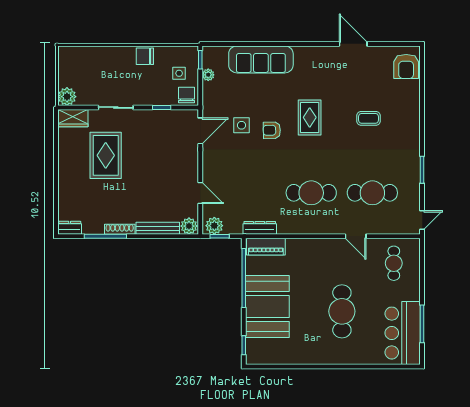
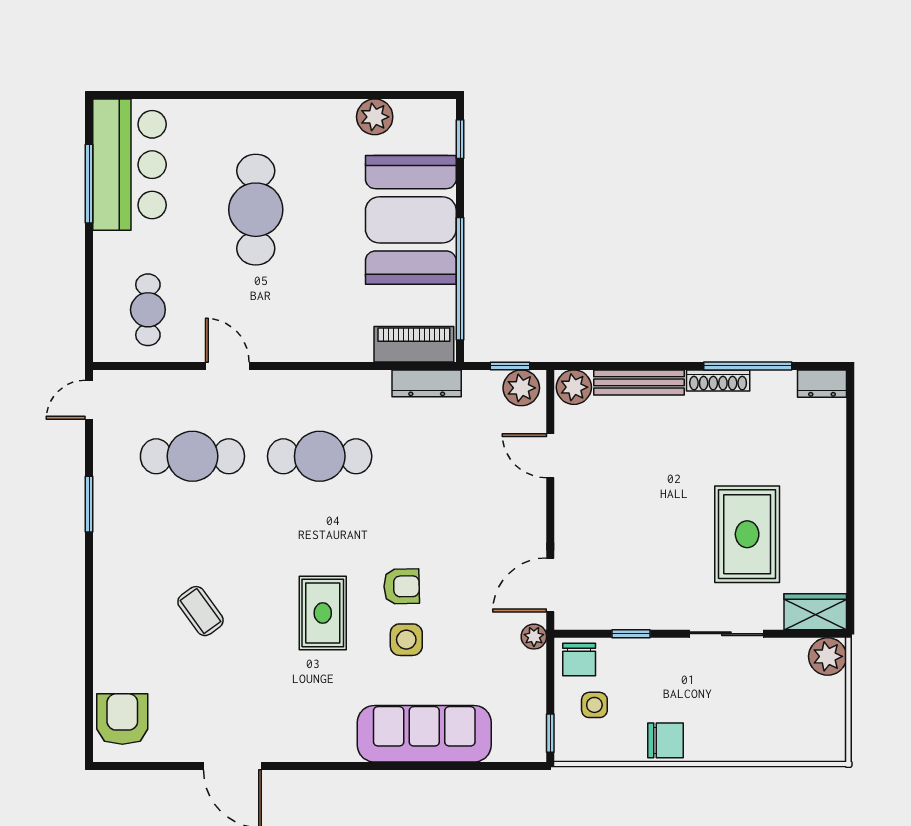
plant: (208, 75) -> (534, 637), moved
coffee table: (369, 118) -> (200, 611), turned 54
side table: (242, 125) -> (406, 640), moved
plant: (285, 356) -> (375, 117), added

